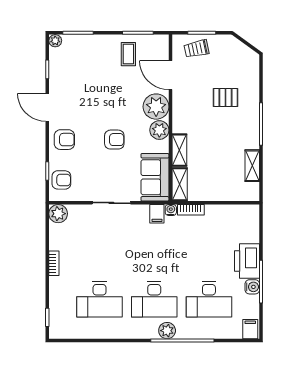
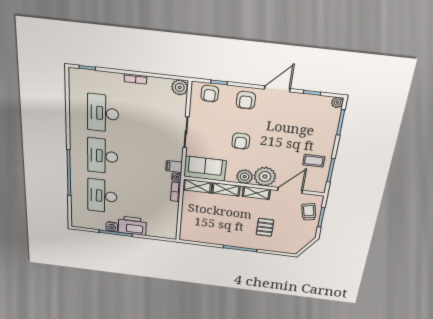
shelving: (252, 166) -> (256, 193), moved
filing cabinet: (250, 329) -> (79, 221), removed
plant: (167, 331) -> (77, 163), removed

